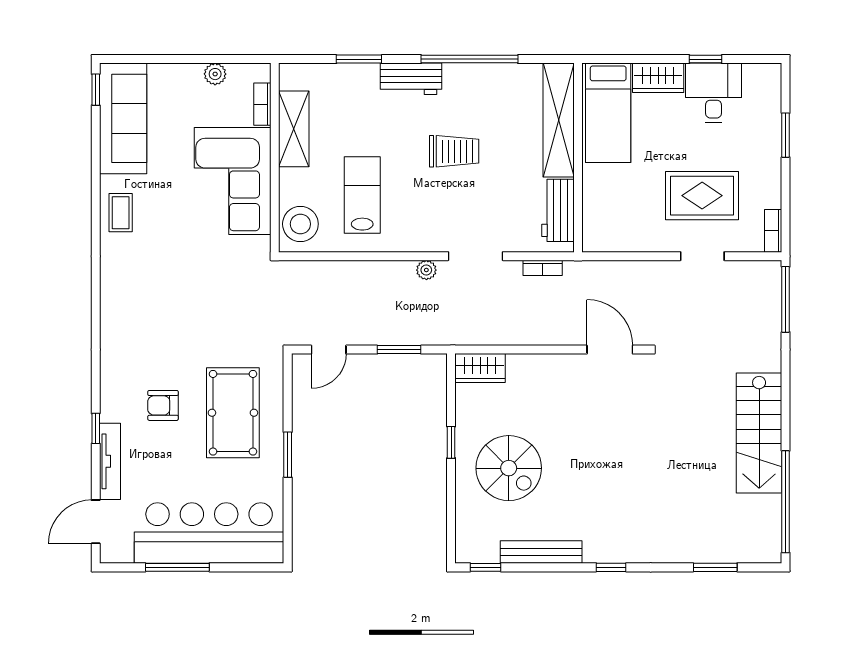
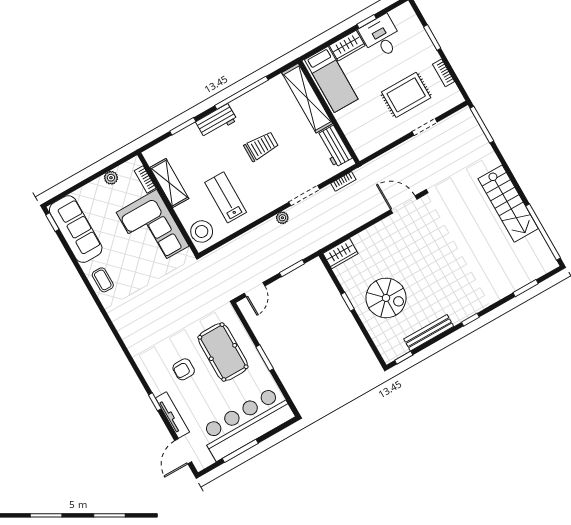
bookcase: (773, 231) -> (444, 73), moved

